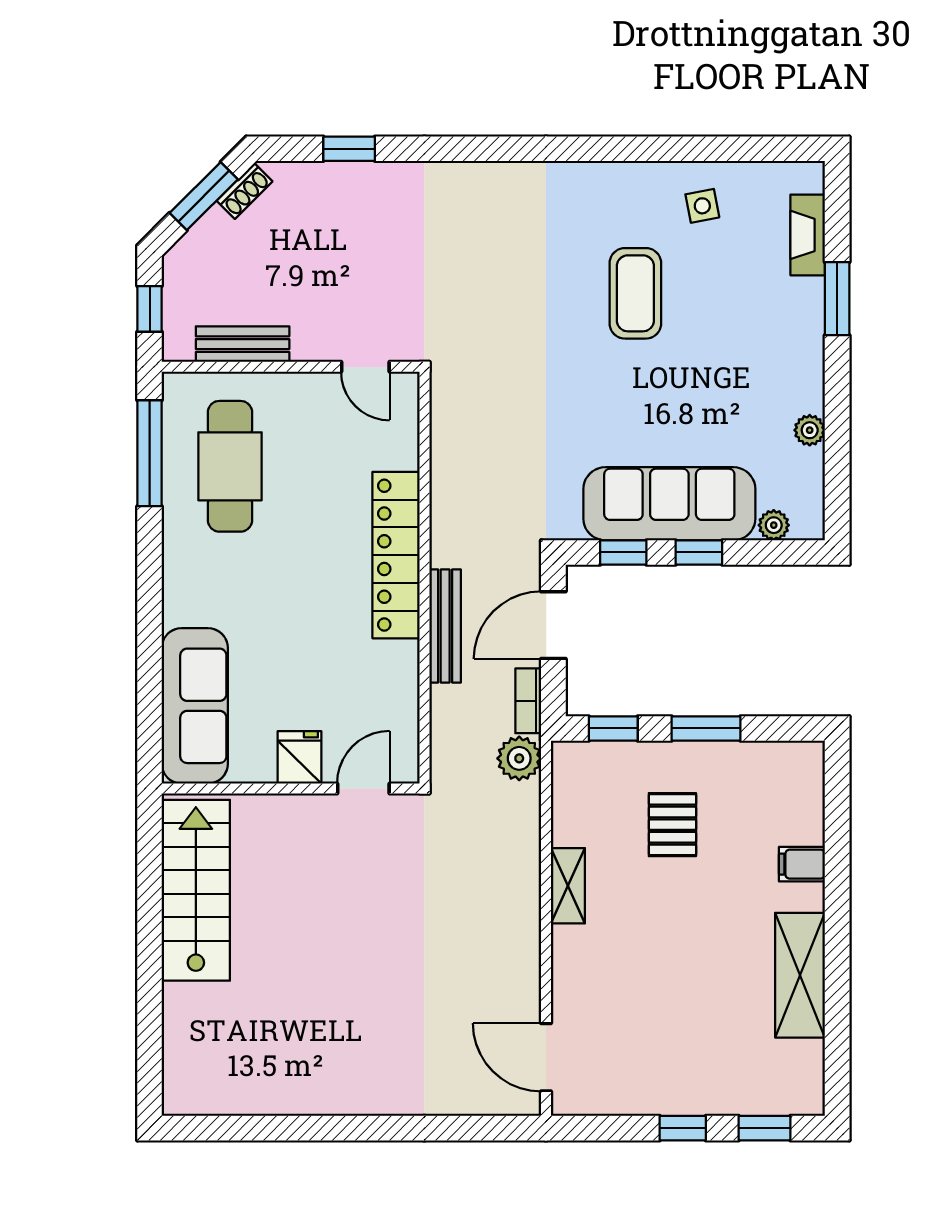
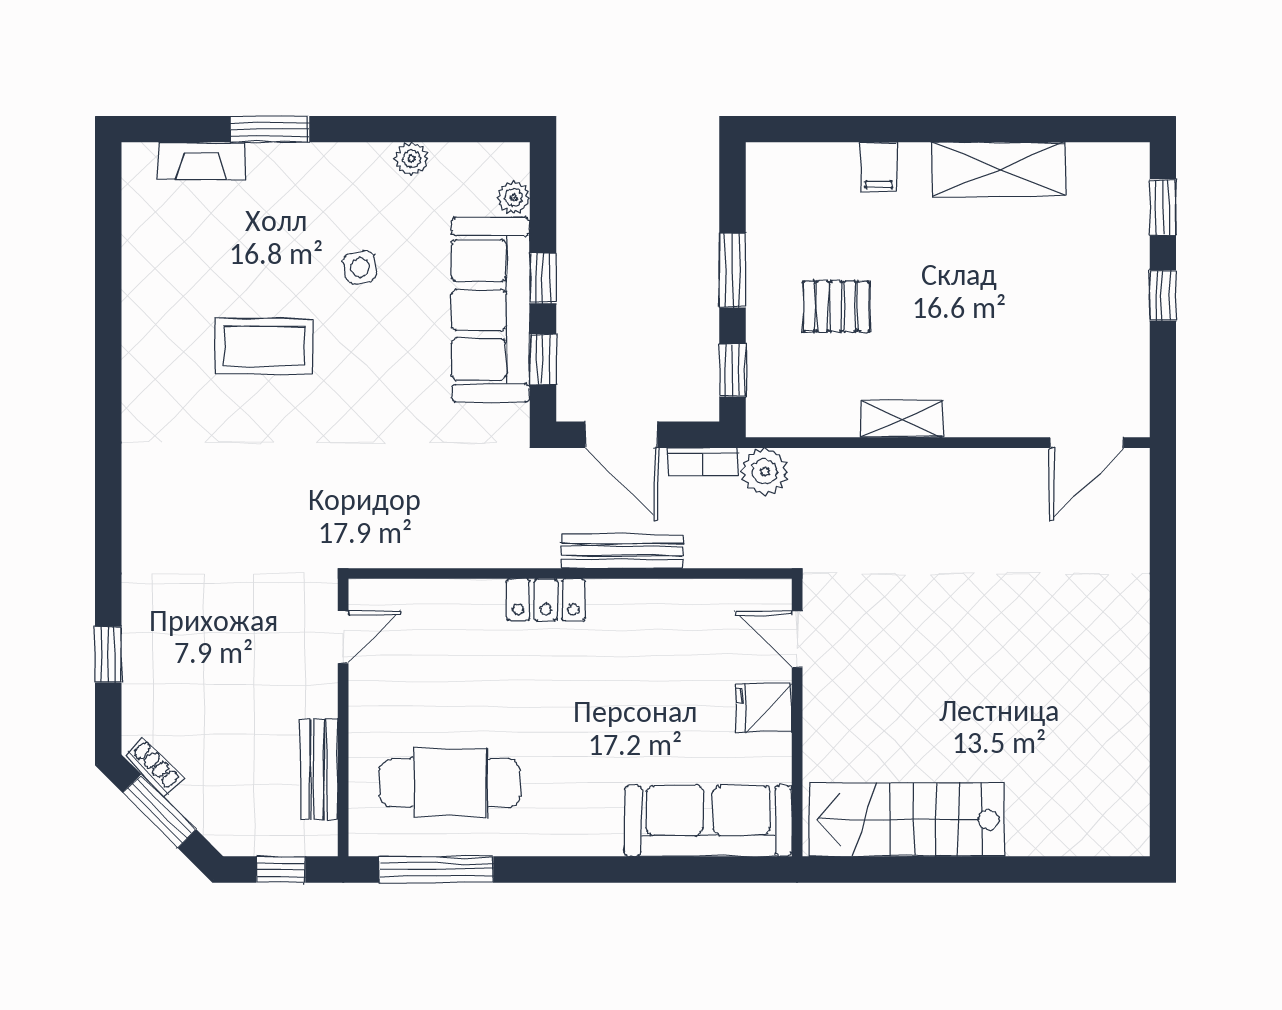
side table: (702, 206) -> (360, 267), moved
locker: (396, 555) -> (546, 600), width x0.46, depth x0.83

